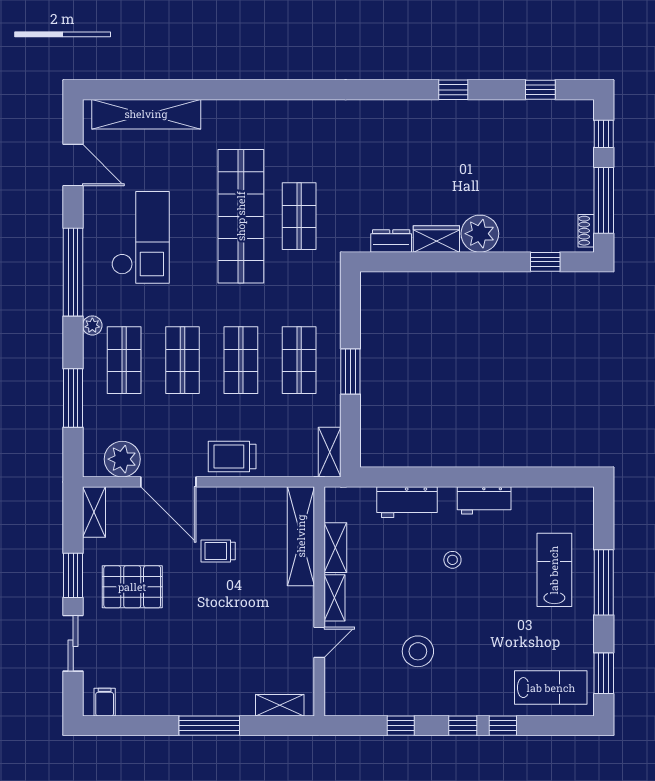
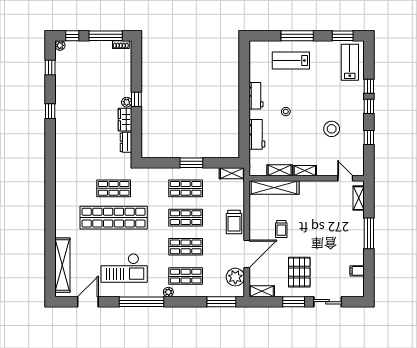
plant: (584, 109) -> (60, 45), added
plant: (480, 234) -> (127, 102), width x0.53, depth x0.53
checkout: (140, 237) -> (124, 268), turned 180
window: (545, 262) -> (136, 99), moved
window: (73, 398) -> (221, 302), moved
door: (319, 642) -> (345, 178), moved
filing cabinet: (105, 702) -> (357, 271), moved

